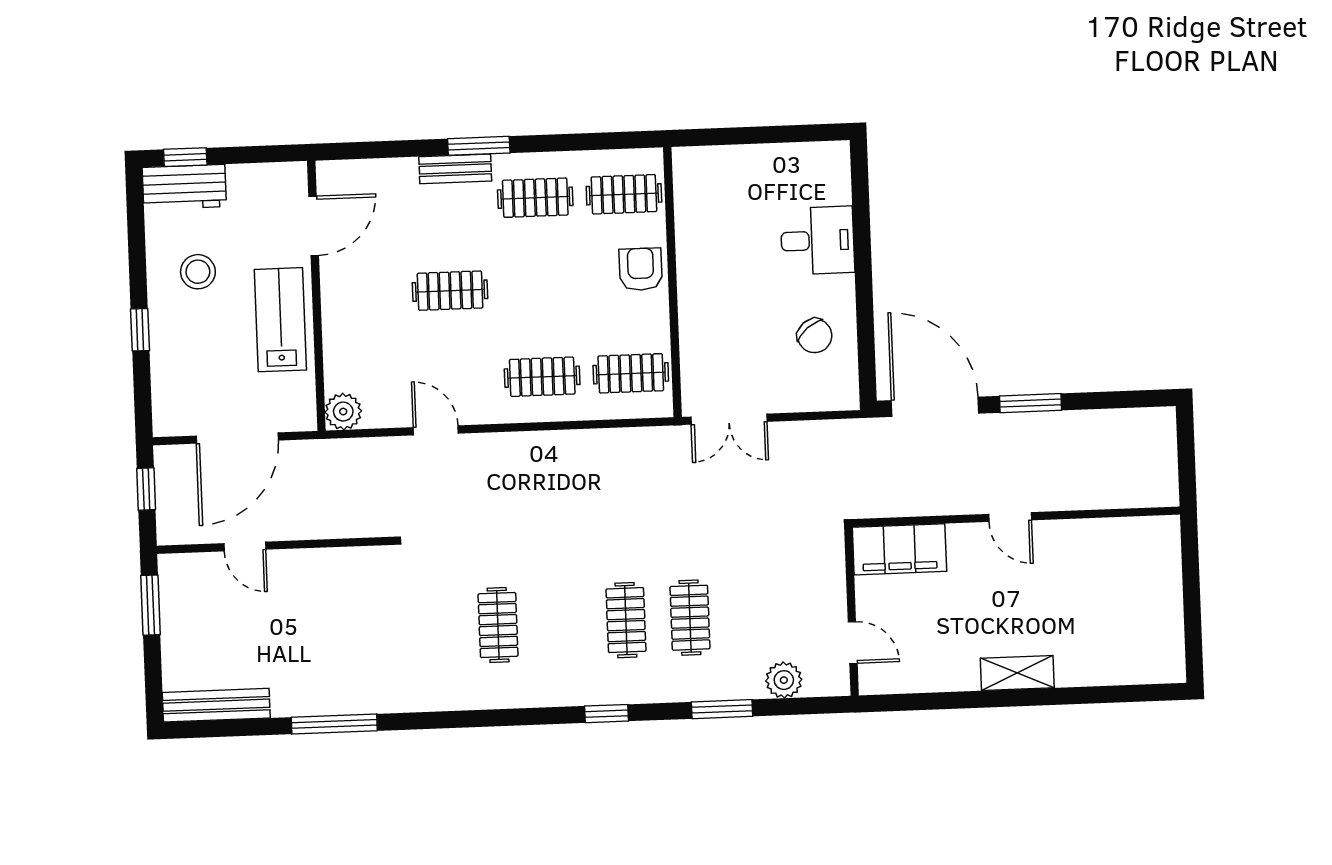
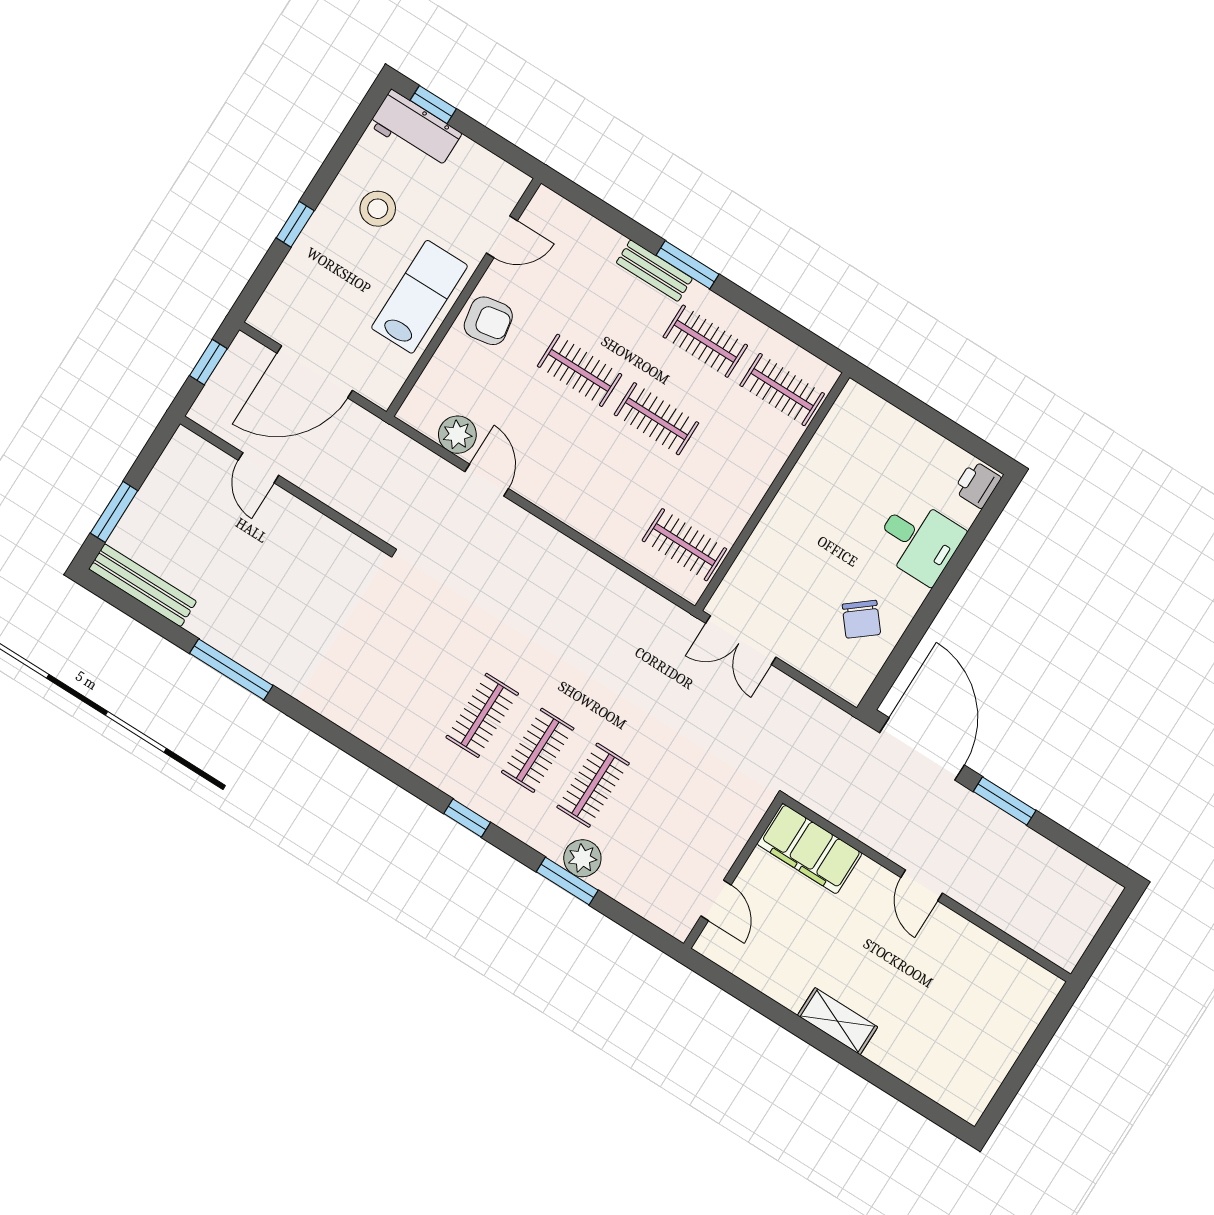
printer: (834, 163) -> (977, 484), added
door: (314, 226) -> (502, 237), width x0.73
armchair: (641, 269) -> (488, 321), moved, turned 80
clothes rail: (542, 377) -> (656, 419), moved
plant: (343, 412) -> (457, 435), moved
window: (151, 605) -> (114, 512), moved
clothes rail: (498, 625) -> (482, 715), moved
plant: (784, 680) -> (582, 858), moved

